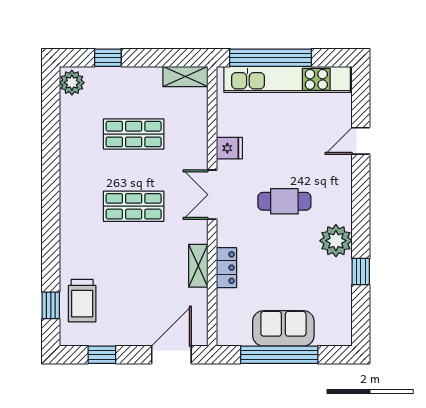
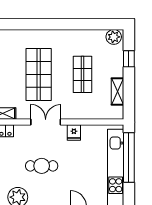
shelving: (185, 76) -> (117, 92), moved
cafe table: (284, 201) -> (42, 166), turned 90
shop shelf: (134, 206) -> (39, 74), width x1.43, depth x1.36

